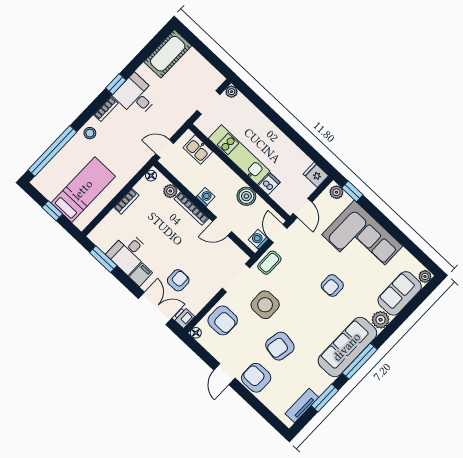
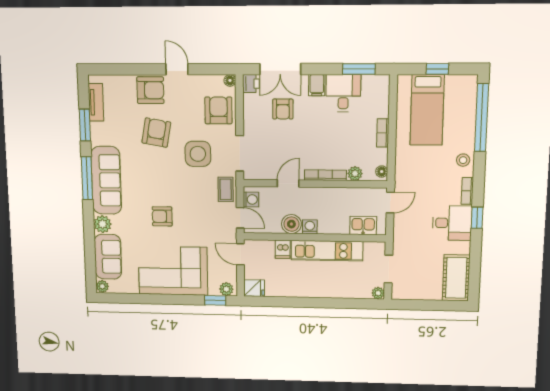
washing machine: (205, 197) -> (310, 227), moved, turned 180
armchair: (332, 286) -> (162, 216), turned -90
armchair: (223, 320) -> (218, 110), turned 90

